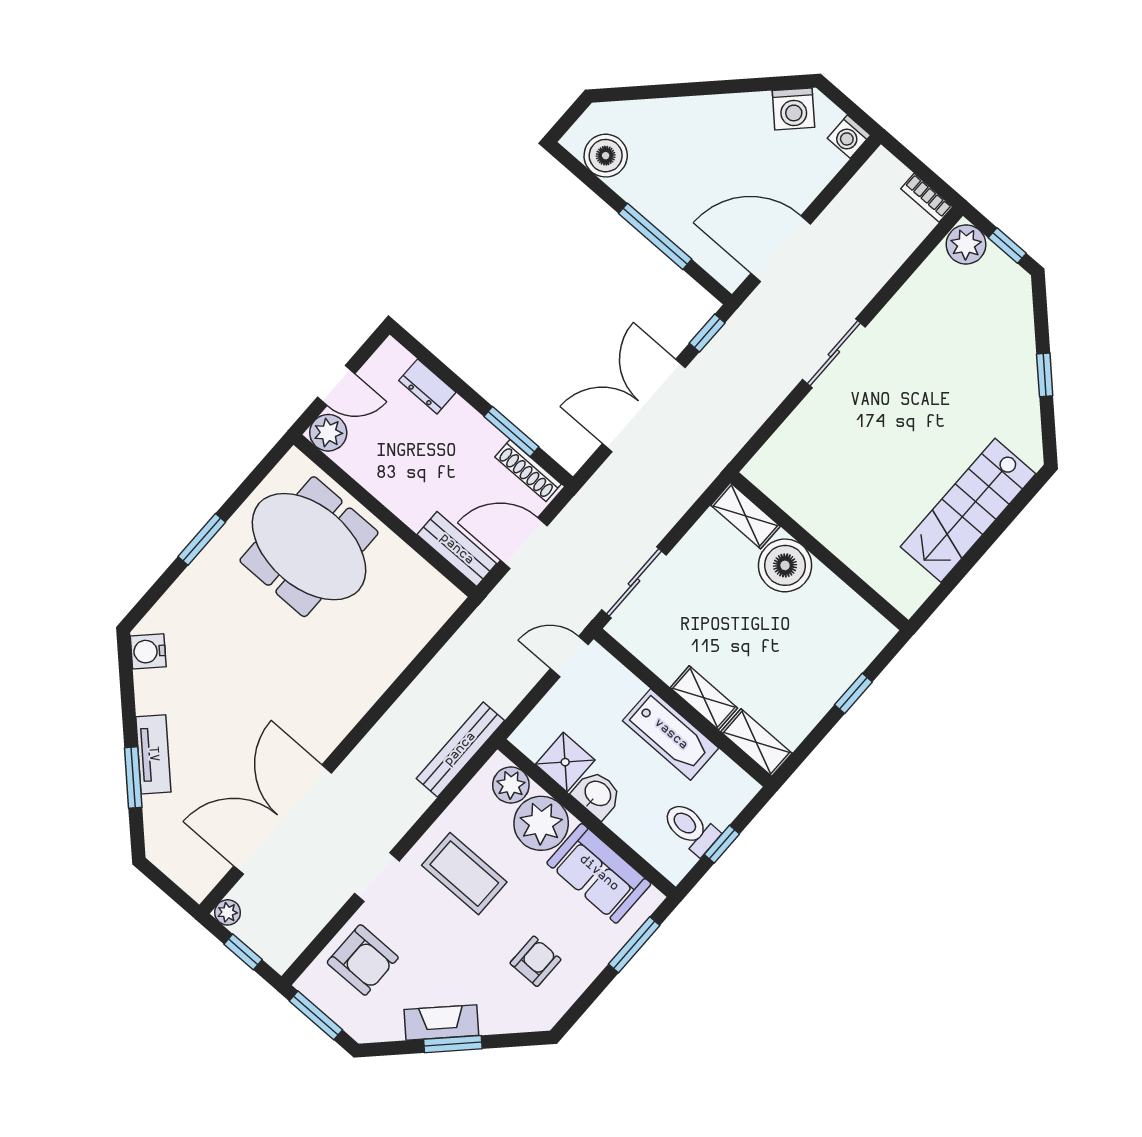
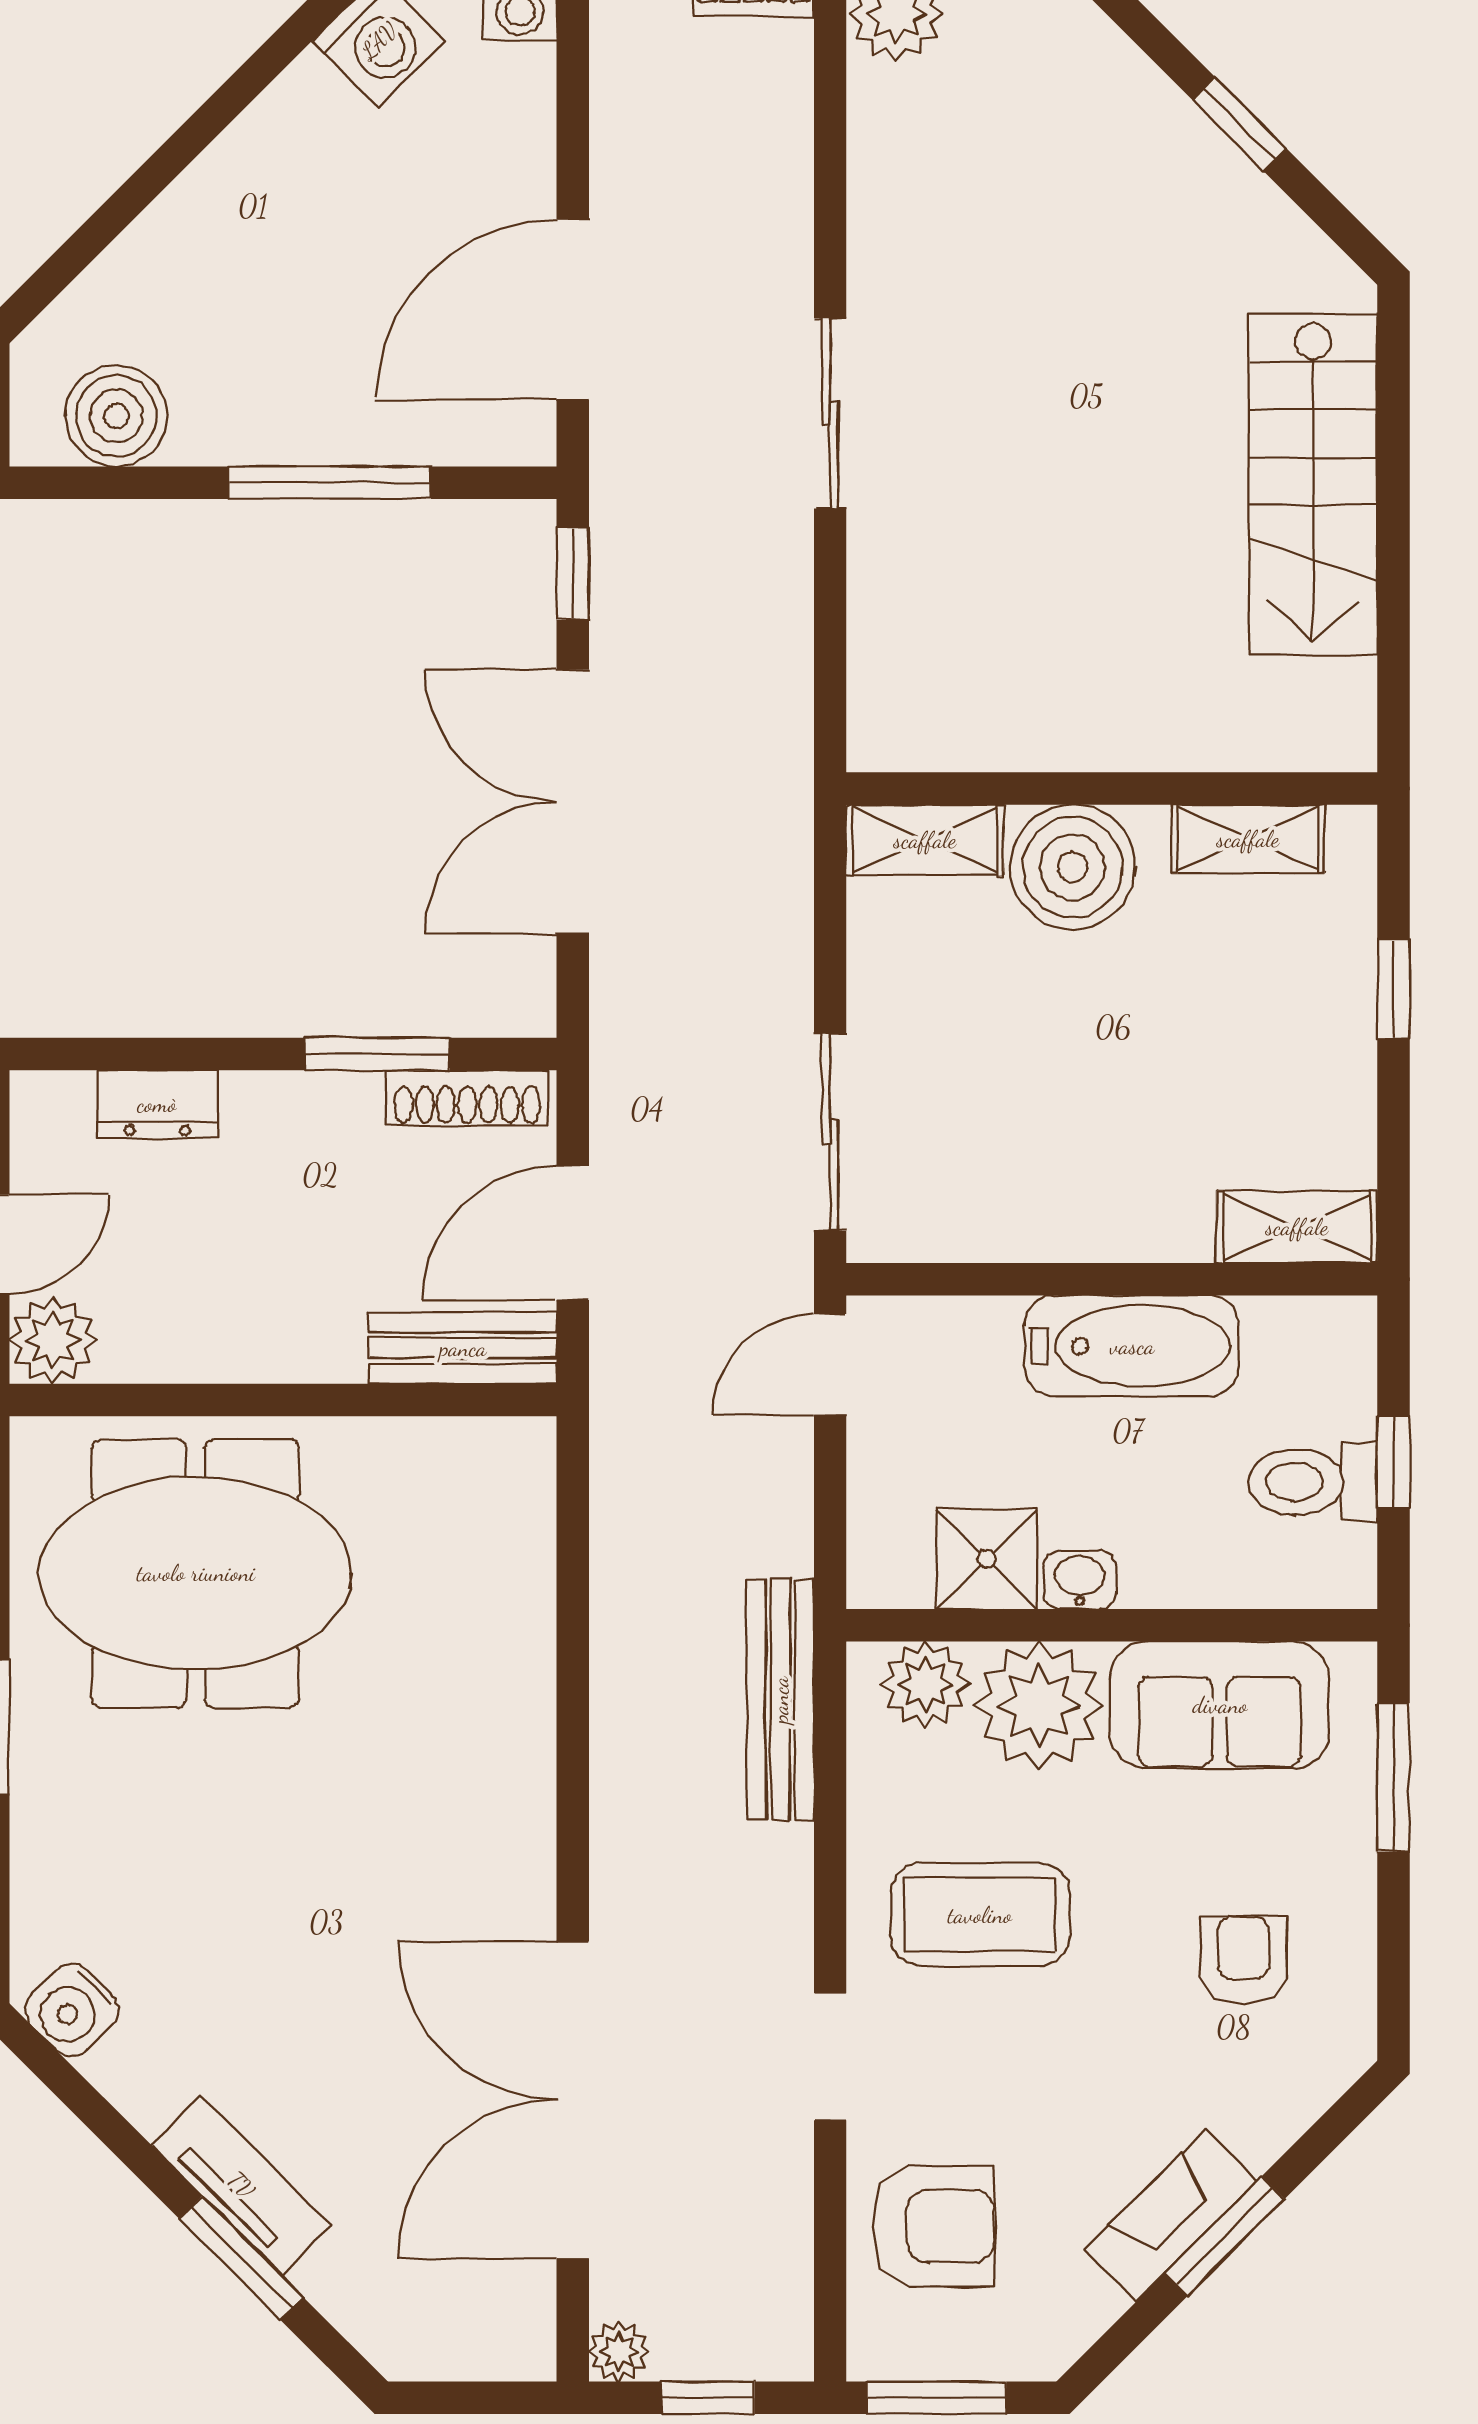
shelving: (704, 698) -> (1248, 839), moved
washbasin: (597, 794) -> (1080, 1580), width x0.72, depth x0.69

